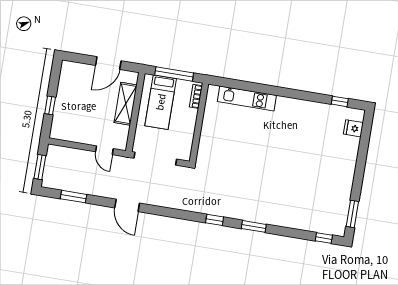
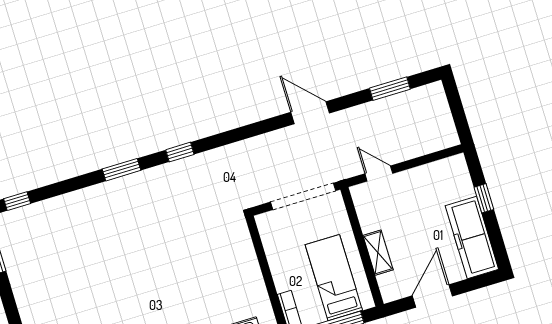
freezer: (68, 86) -> (472, 237), added
shelving: (126, 104) -> (378, 253), width x0.67, depth x0.75
window: (40, 167) -> (456, 106), removed

